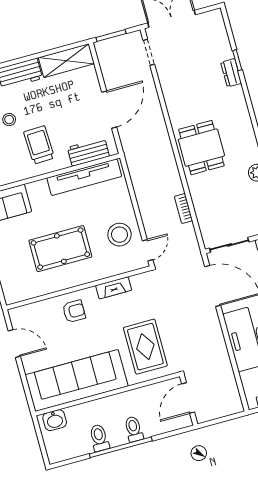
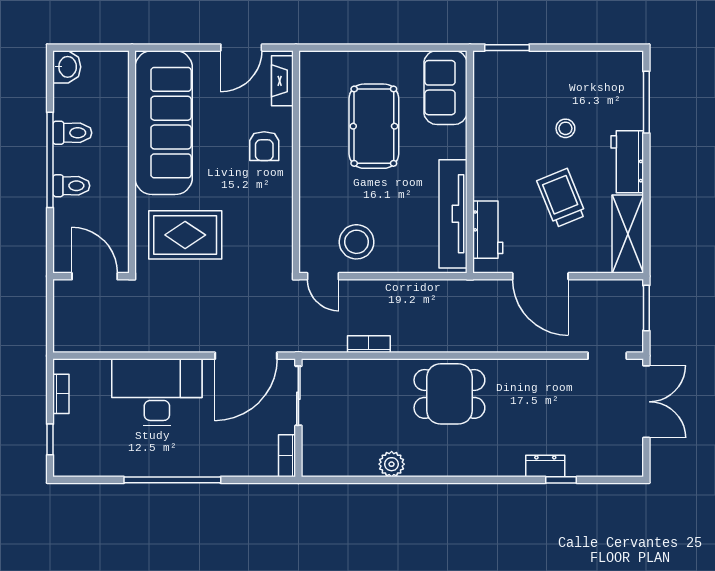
trolley: (39, 145) -> (561, 198), moved, turned -110
pool table: (60, 249) -> (374, 126), moved
fireplace: (114, 288) -> (282, 81), moved
washbasin: (55, 420) -> (67, 67), moved, turned 180

